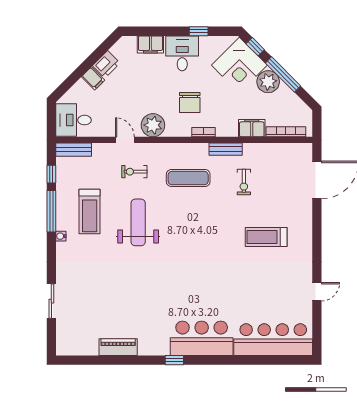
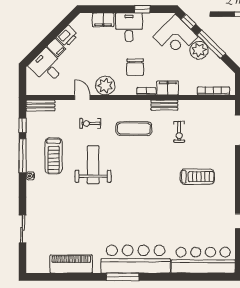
desk: (74, 120) -> (47, 66), moved, turned 45
filing cabinet: (252, 128) -> (168, 88), moved
treadmill: (266, 237) -> (197, 177), turned 180
bar counter: (202, 338) -> (136, 259), width x1.36
piano: (118, 347) -> (71, 264), width x1.37, depth x1.33
window: (174, 360) -> (123, 277), width x2.17

